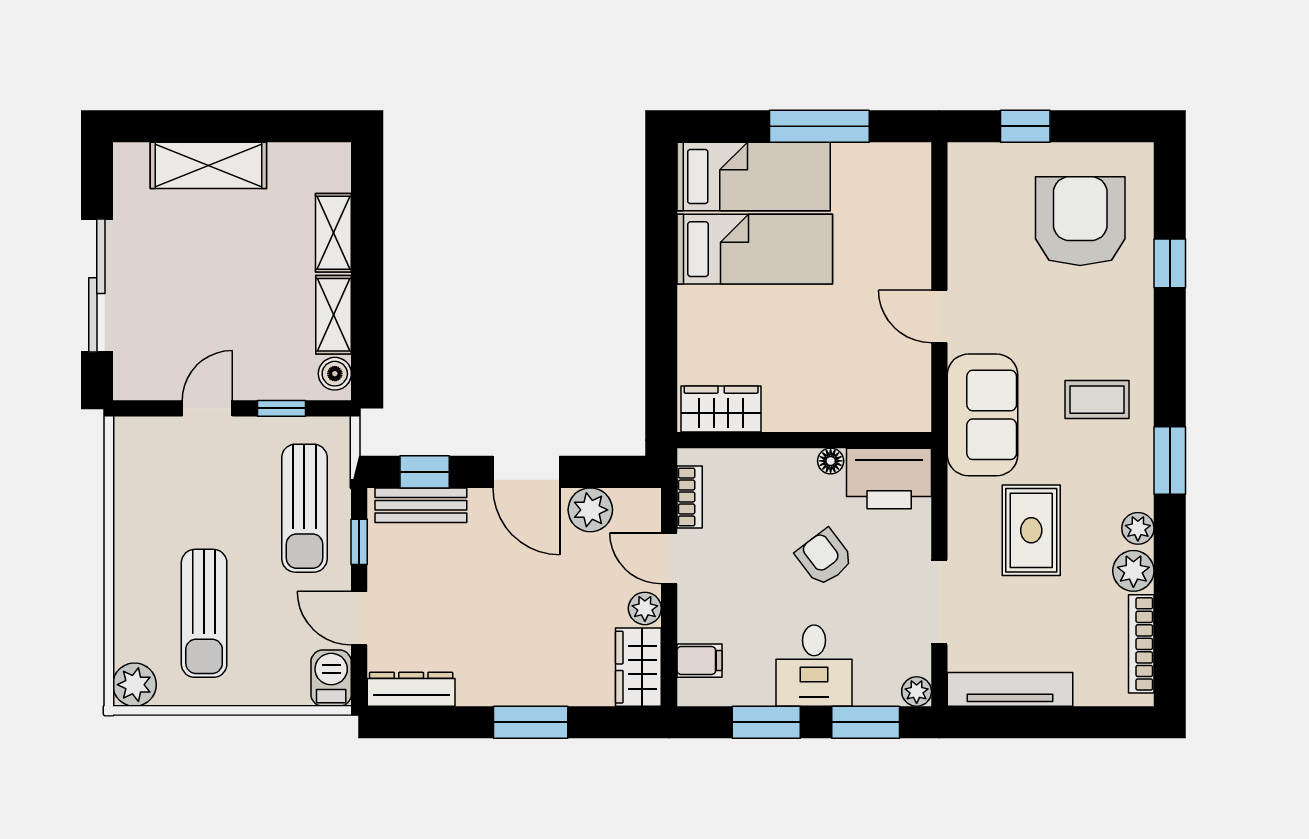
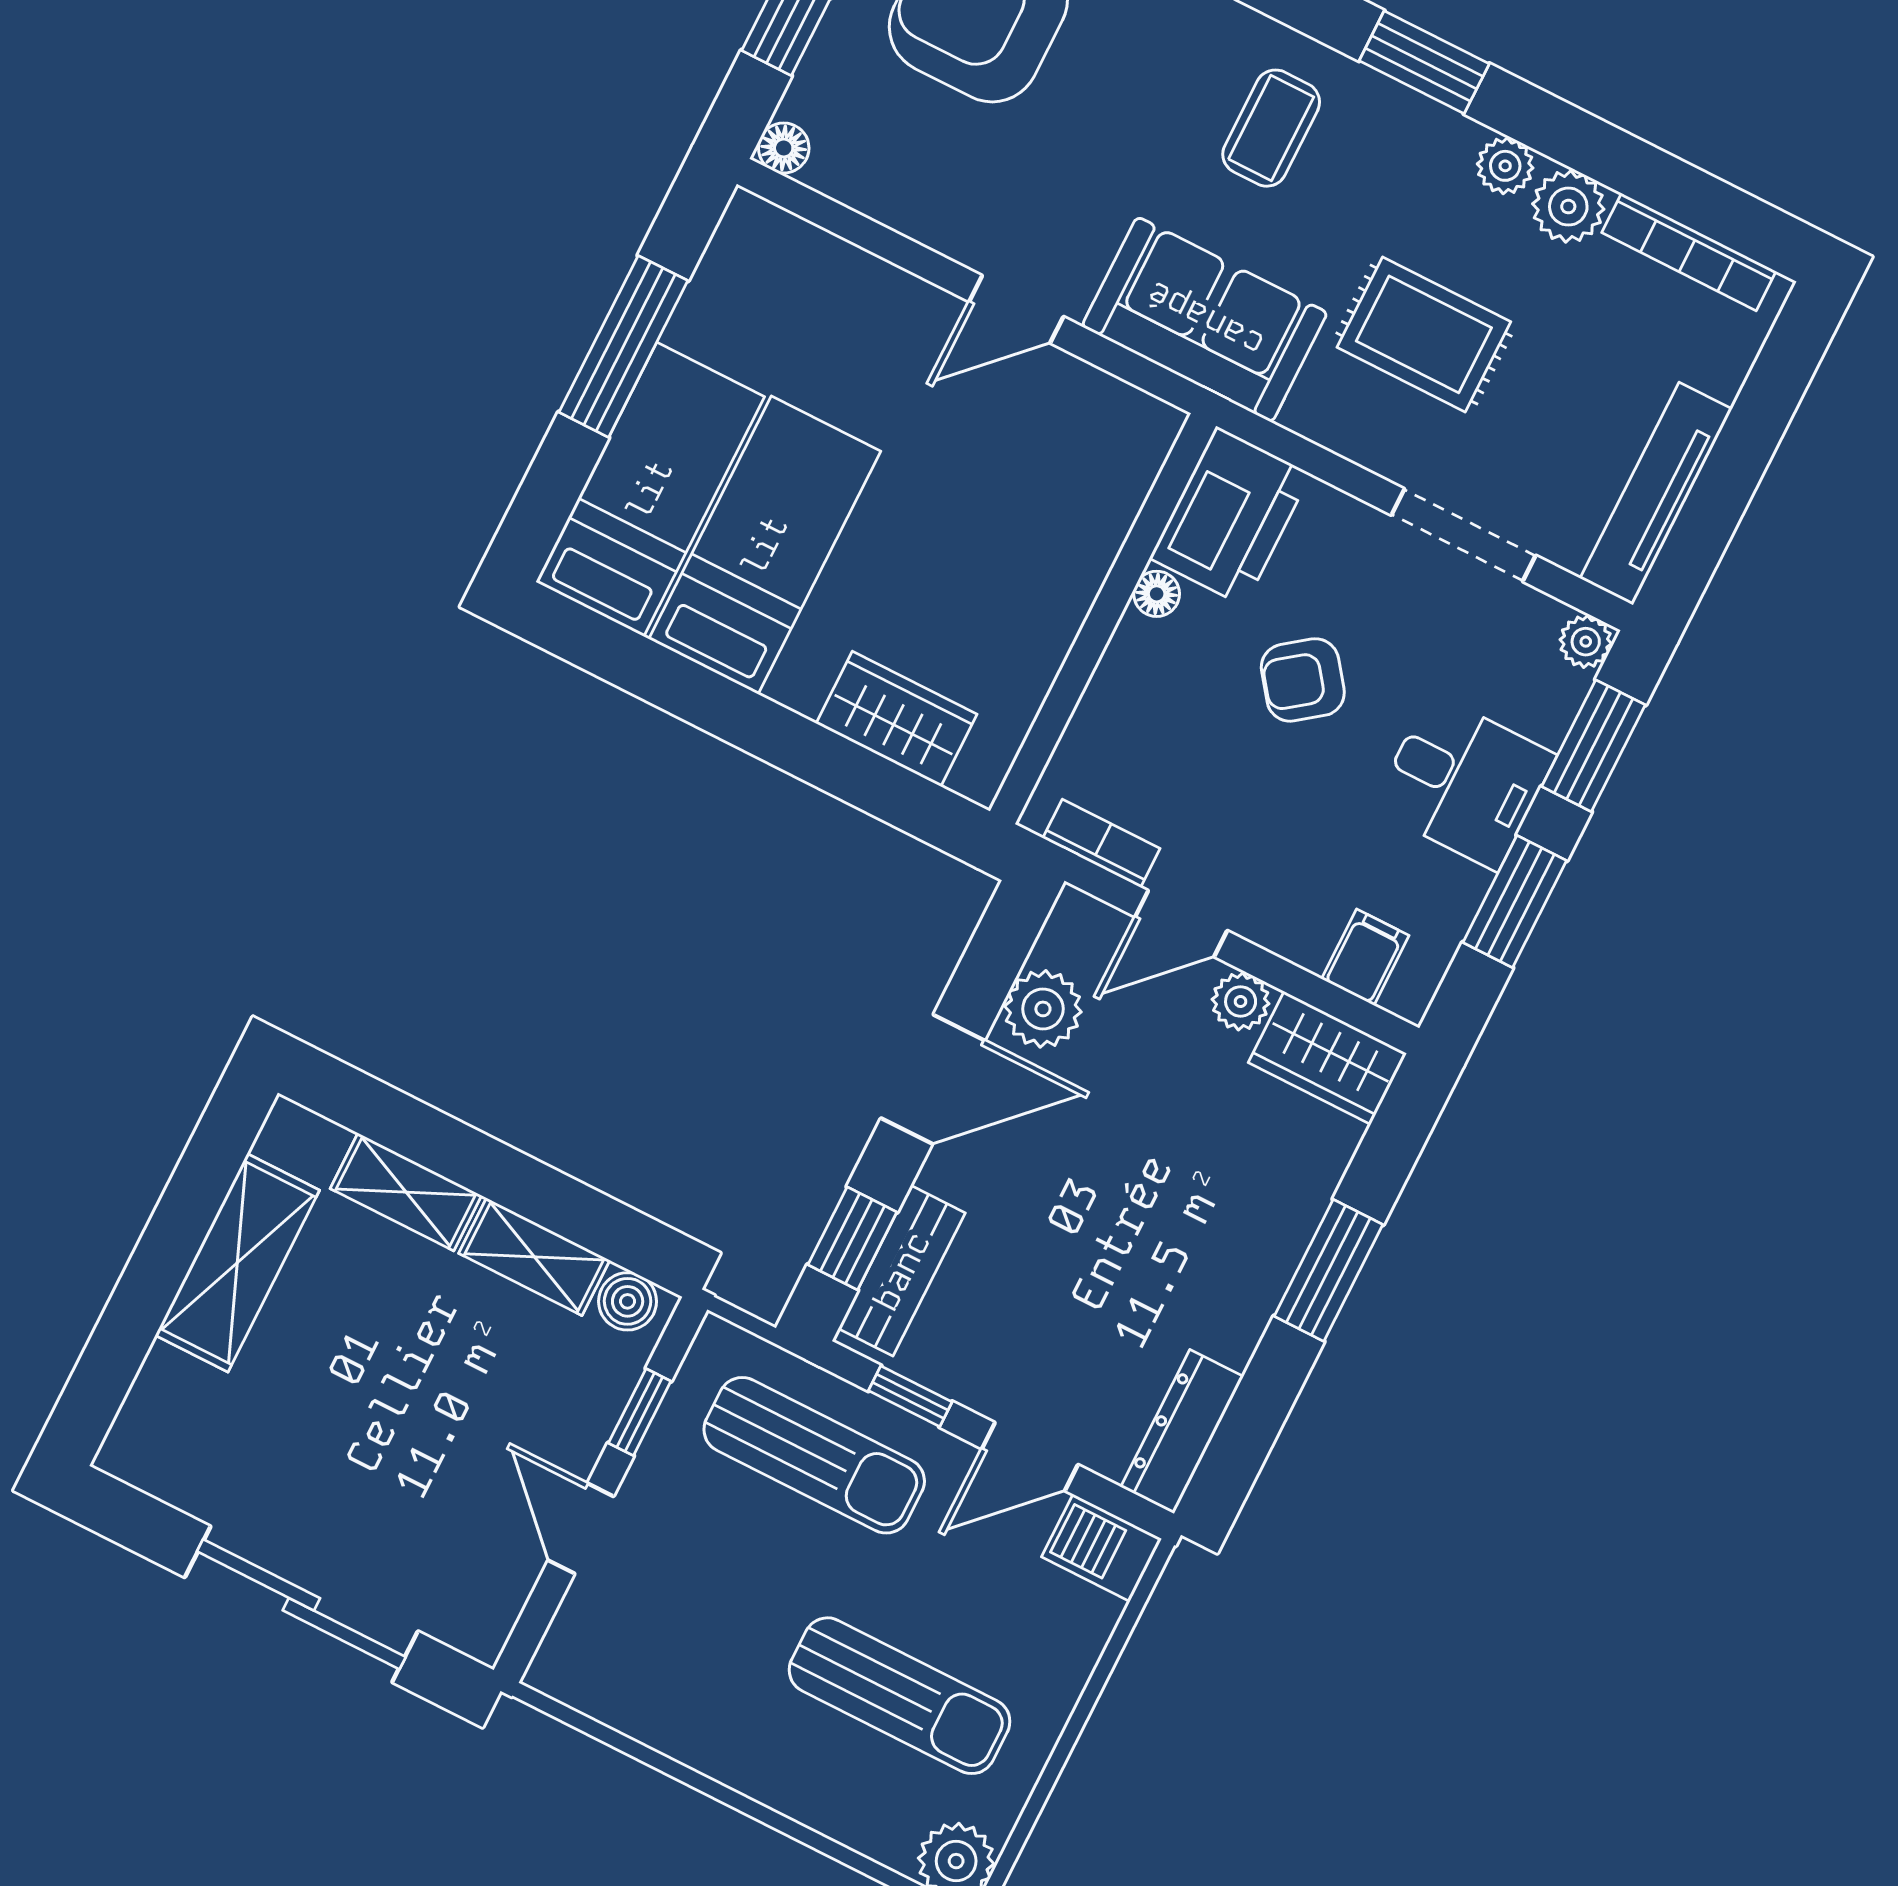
floor lamp: (962, 157) -> (784, 148), added
shelving: (208, 165) -> (237, 1263), moved
wardrobe: (721, 409) -> (897, 719), moved, turned 90

